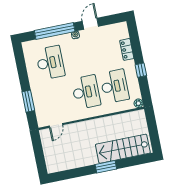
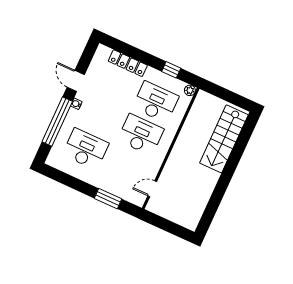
locker: (127, 49) -> (128, 63), width x1.53
window: (141, 70) -> (171, 70), moved
door: (56, 125) -> (152, 189), swing flipped
window: (106, 167) -> (230, 169), removed

